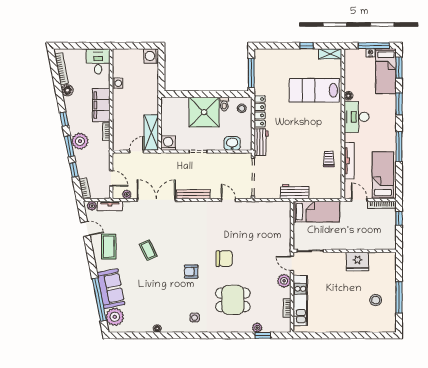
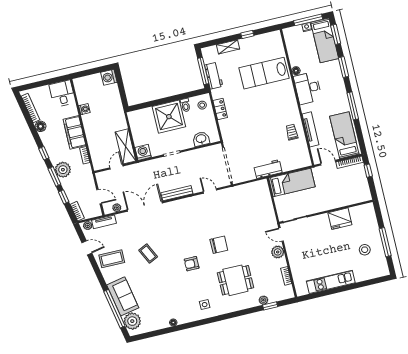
shelving: (330, 54) -> (228, 47), moved
locker: (260, 111) -> (220, 109), width x0.66
workbench: (261, 142) -> (214, 76), moved
coffee table: (109, 247) -> (112, 259), turned 90
kitchen unit: (300, 300) -> (331, 282), moved, turned -90

